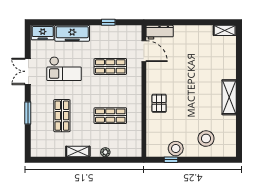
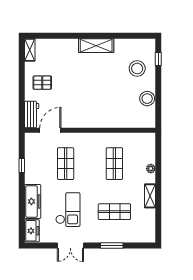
pallet: (159, 103) -> (42, 83), moved
window: (171, 160) -> (158, 59), moved

